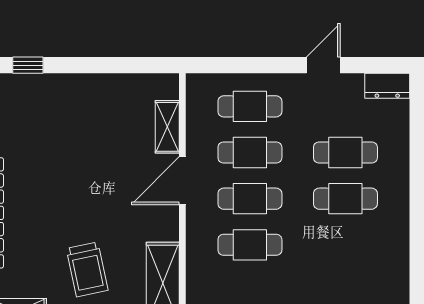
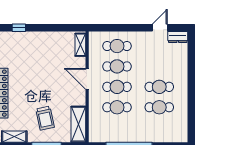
door: (323, 65) -> (160, 28), moved
shelving: (167, 127) -> (80, 45), moved
cafe table: (345, 153) -> (159, 107), moved
door: (182, 181) -> (87, 79), hinge flipped

